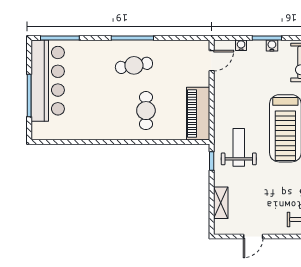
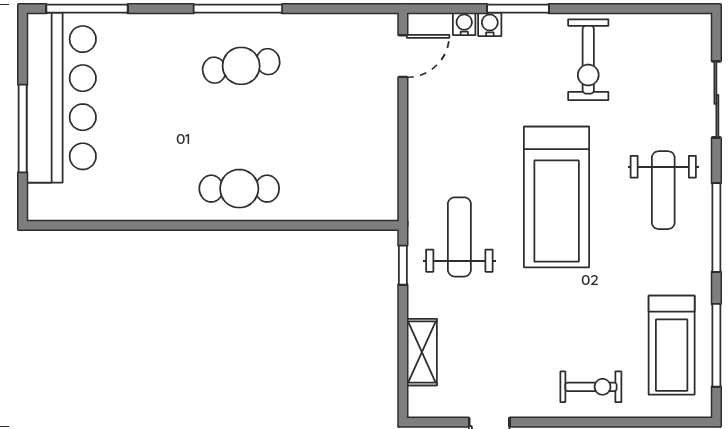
water cooler: (272, 45) -> (490, 24), moved
cafe table: (146, 111) -> (239, 189), moved, turned 90
piano: (198, 114) -> (375, 166), removed

